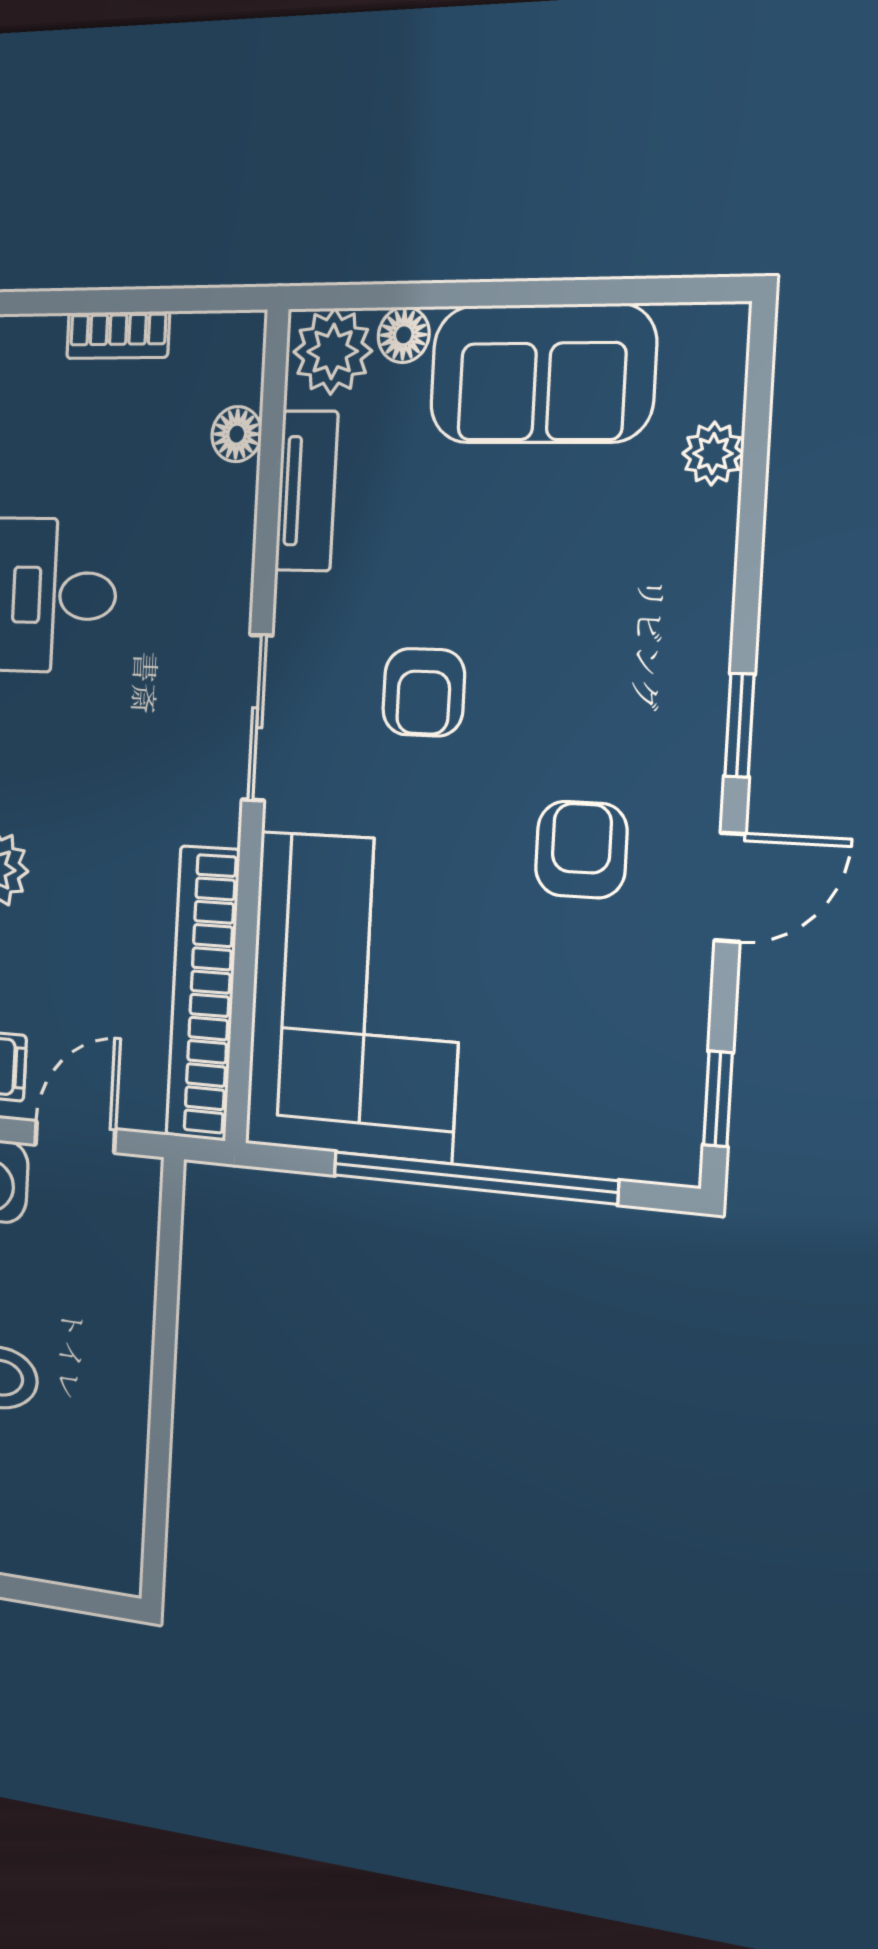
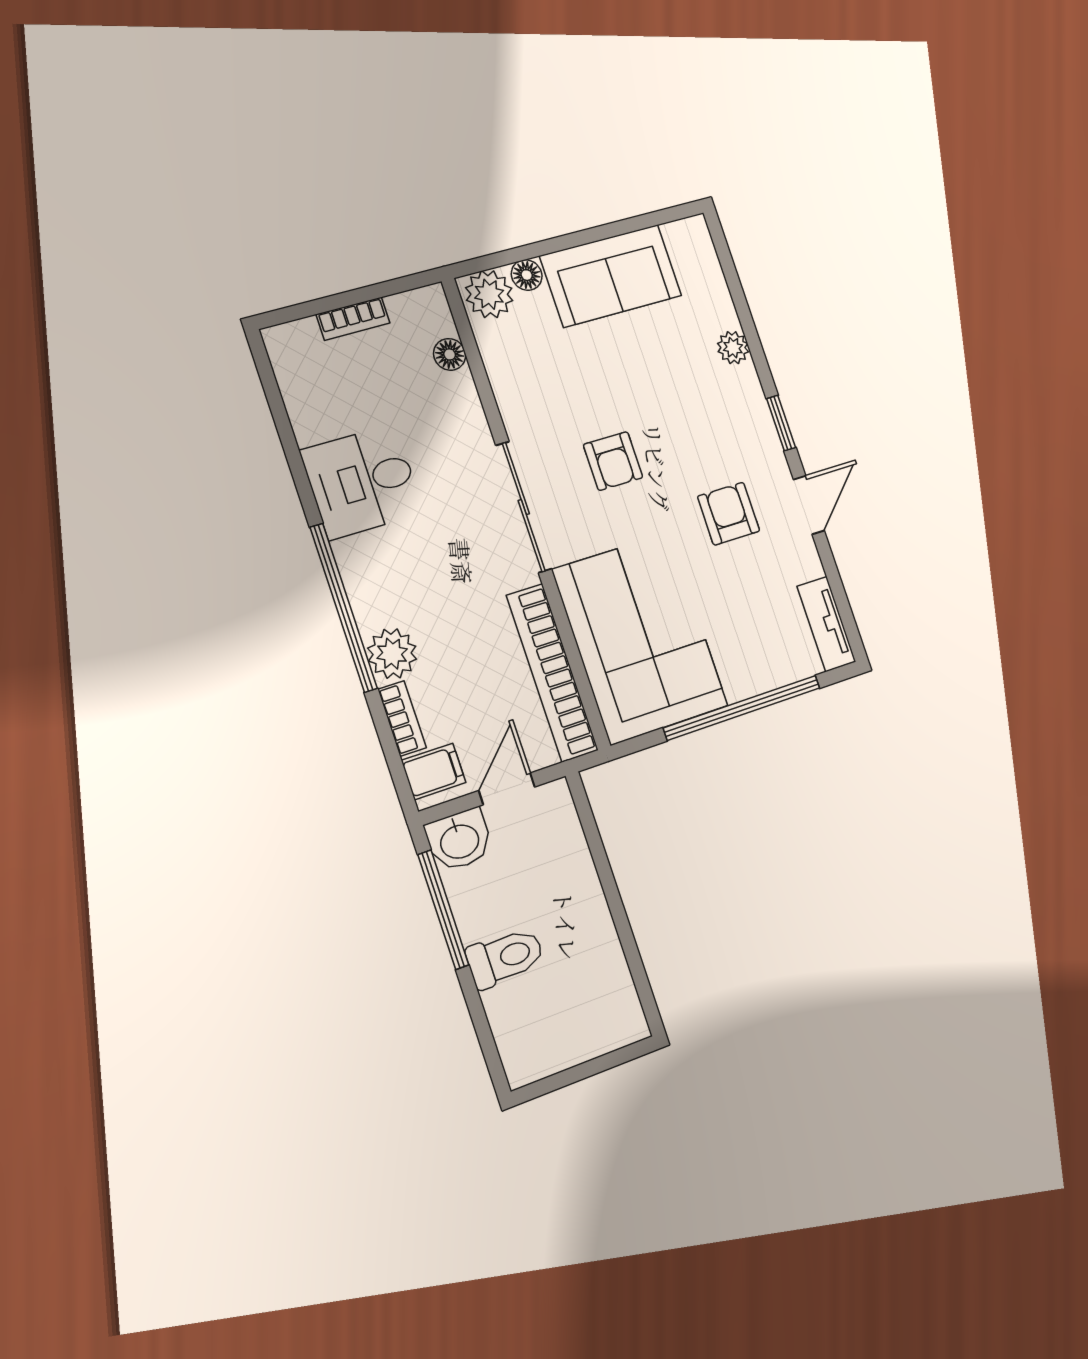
plant: (713, 454) -> (733, 348), moved
tv unit: (307, 491) -> (826, 624), moved, turned 180
sliding door: (257, 718) -> (524, 507), width x1.37
window: (718, 1099) -> (845, 613), removed

